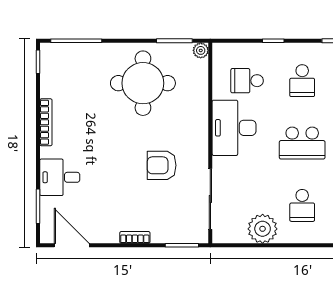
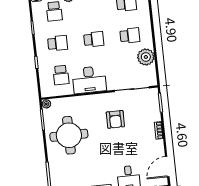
school desk: (302, 143) -> (94, 39), width x0.54

